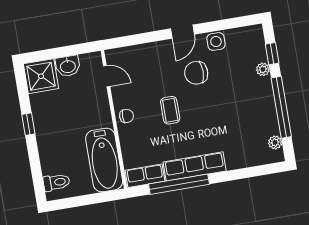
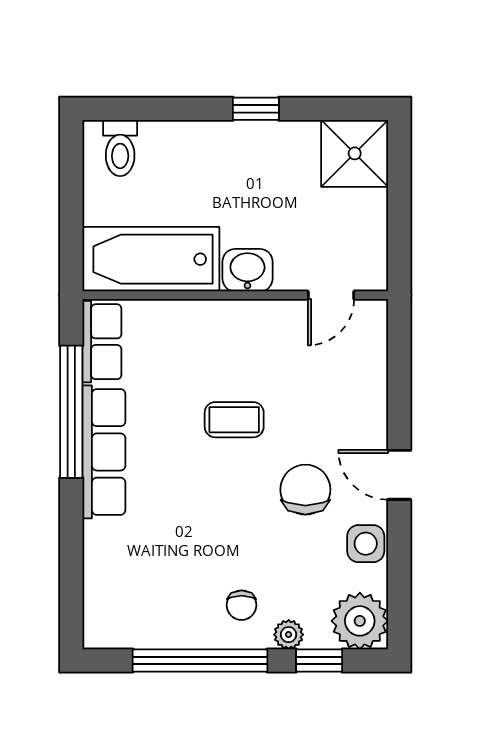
washbasin: (68, 66) -> (247, 270), moved, turned 90
chair: (127, 116) -> (242, 605), moved
plant: (275, 142) -> (360, 621), moved, width x1.88, depth x1.88

